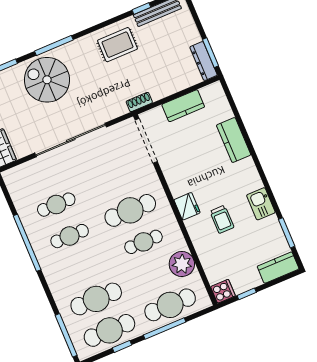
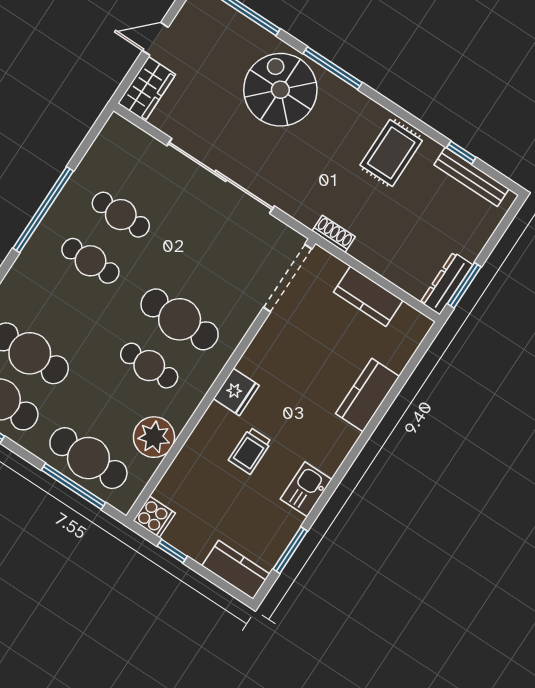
rug: (117, 45) -> (391, 153), turned 90
window: (165, 329) -> (73, 486), moved

